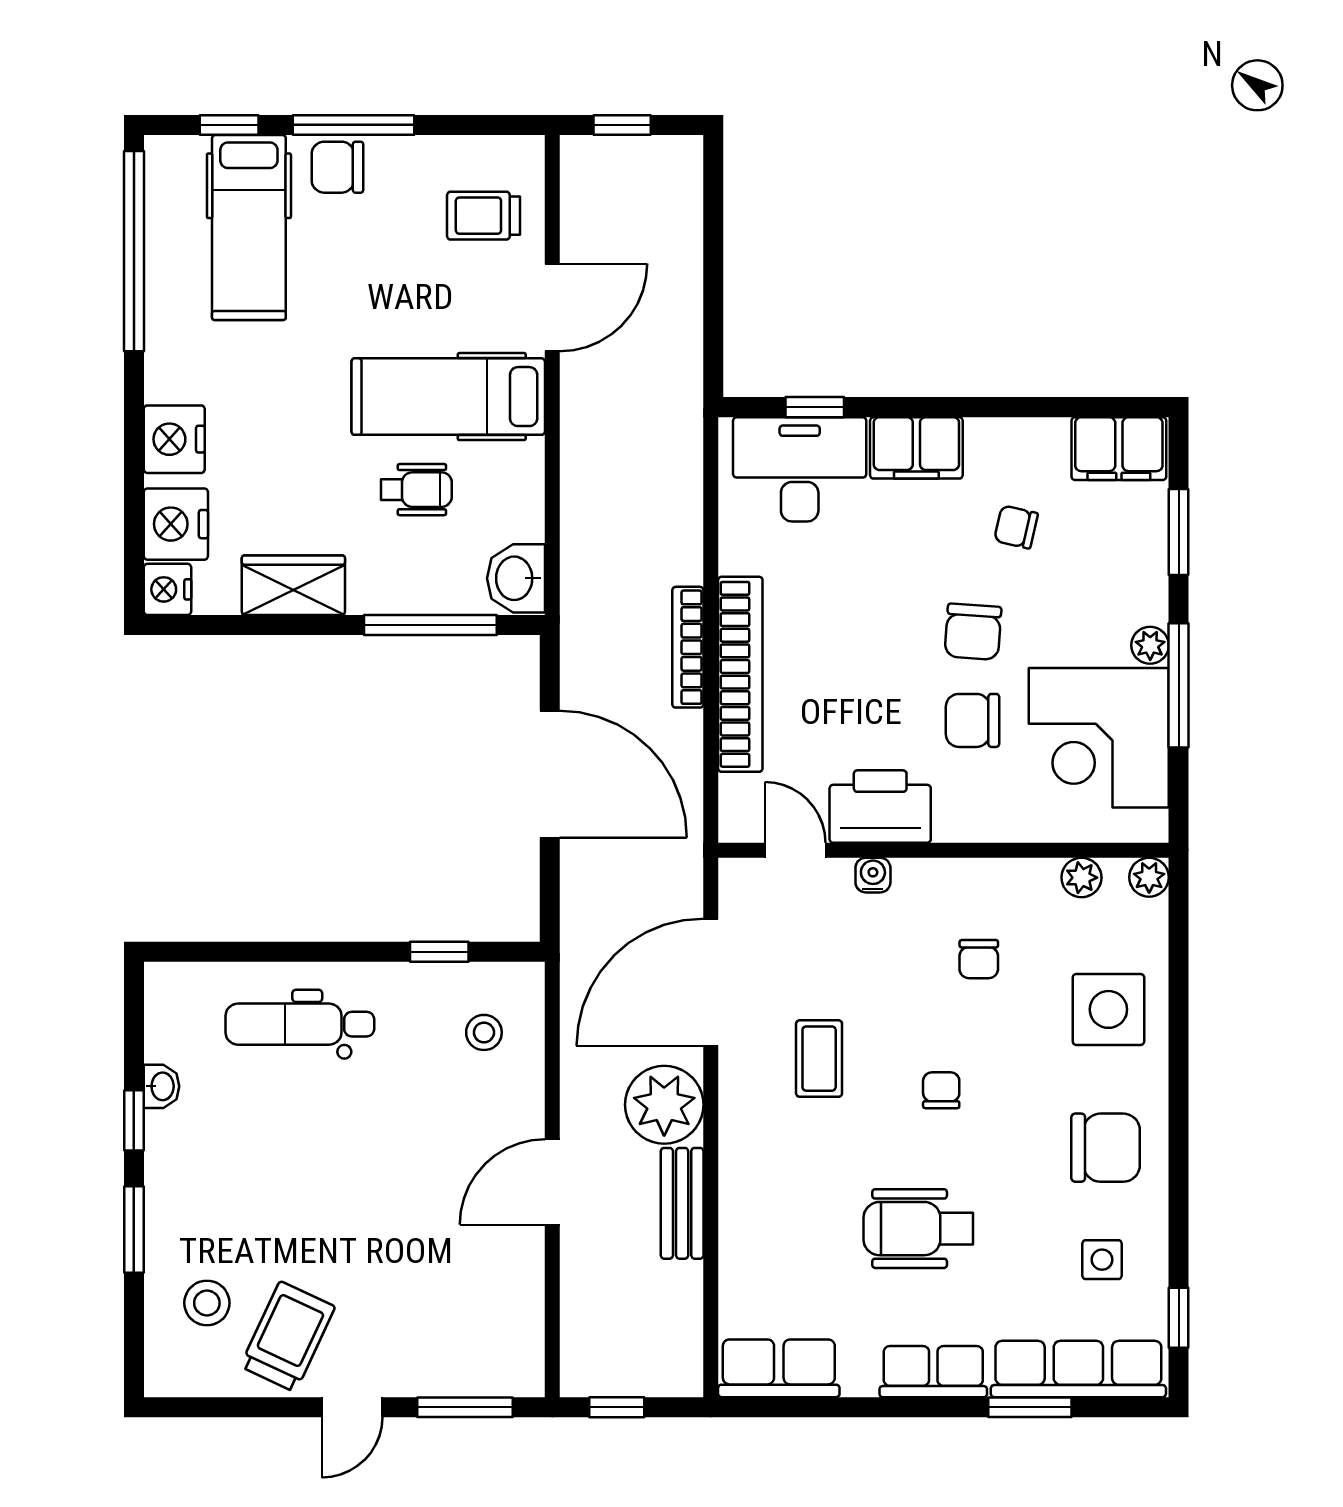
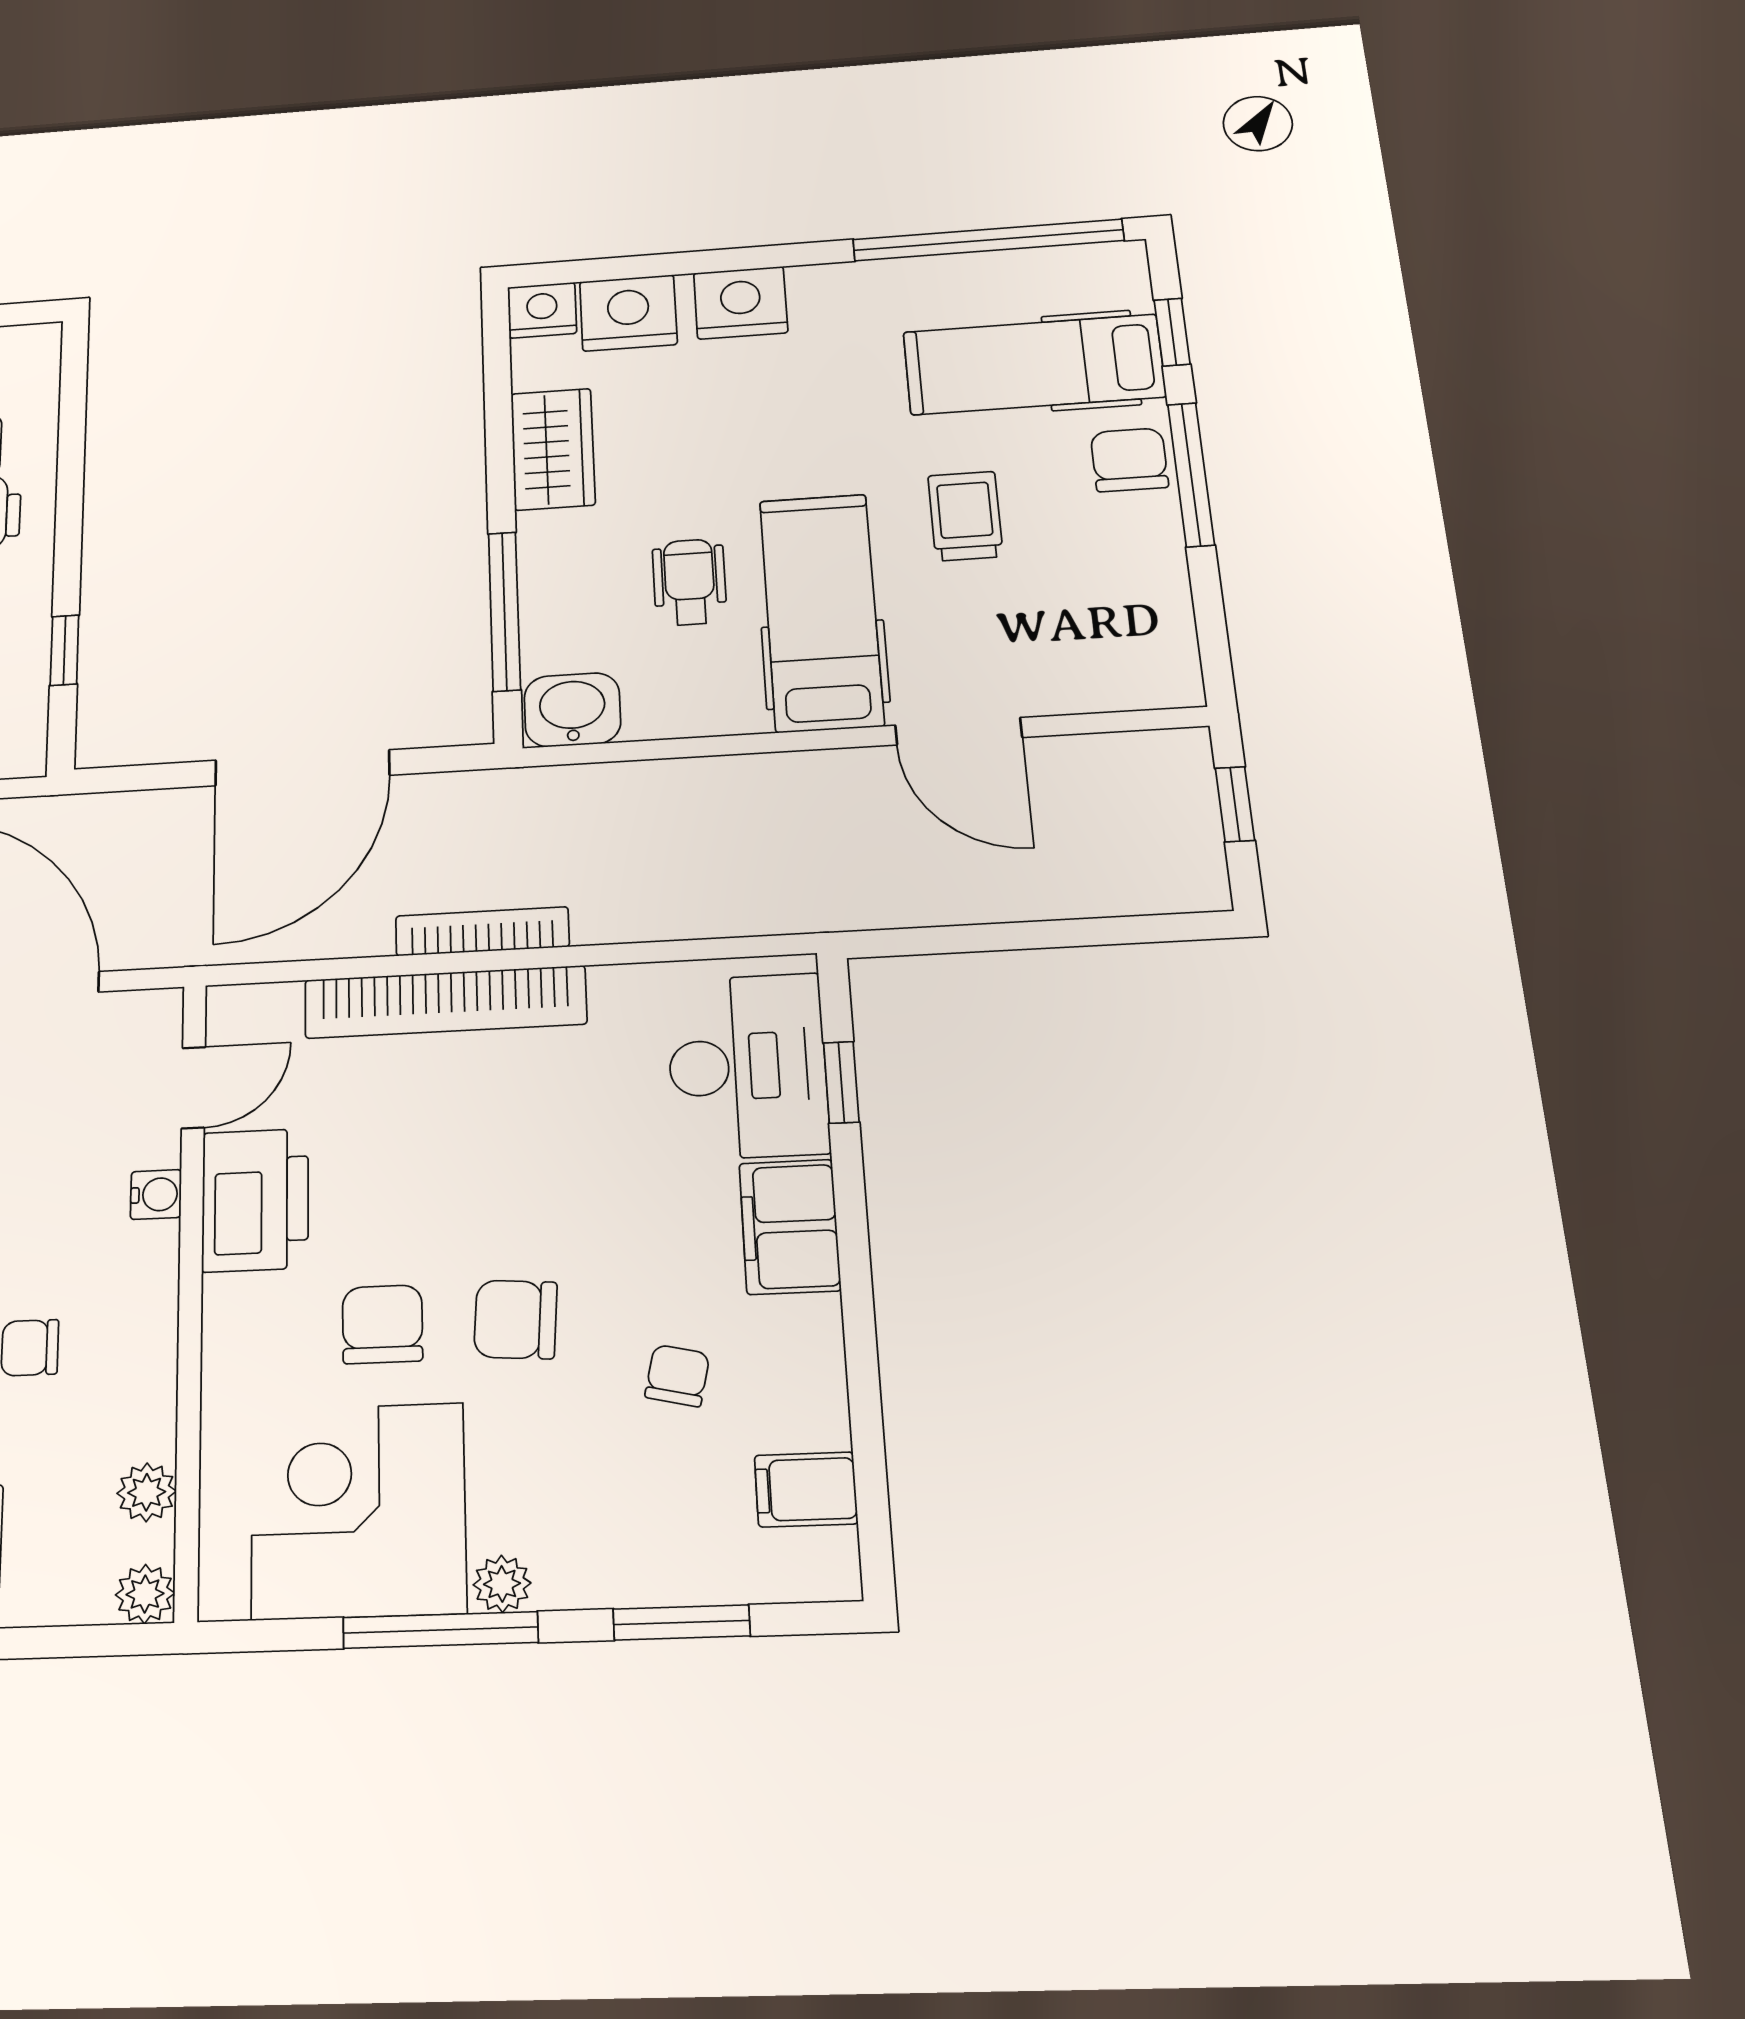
trolley: (484, 216) -> (965, 516), moved
filing cabinet: (1119, 449) -> (806, 1489), width x0.50
wheelchair: (416, 490) -> (689, 582), turned 180

